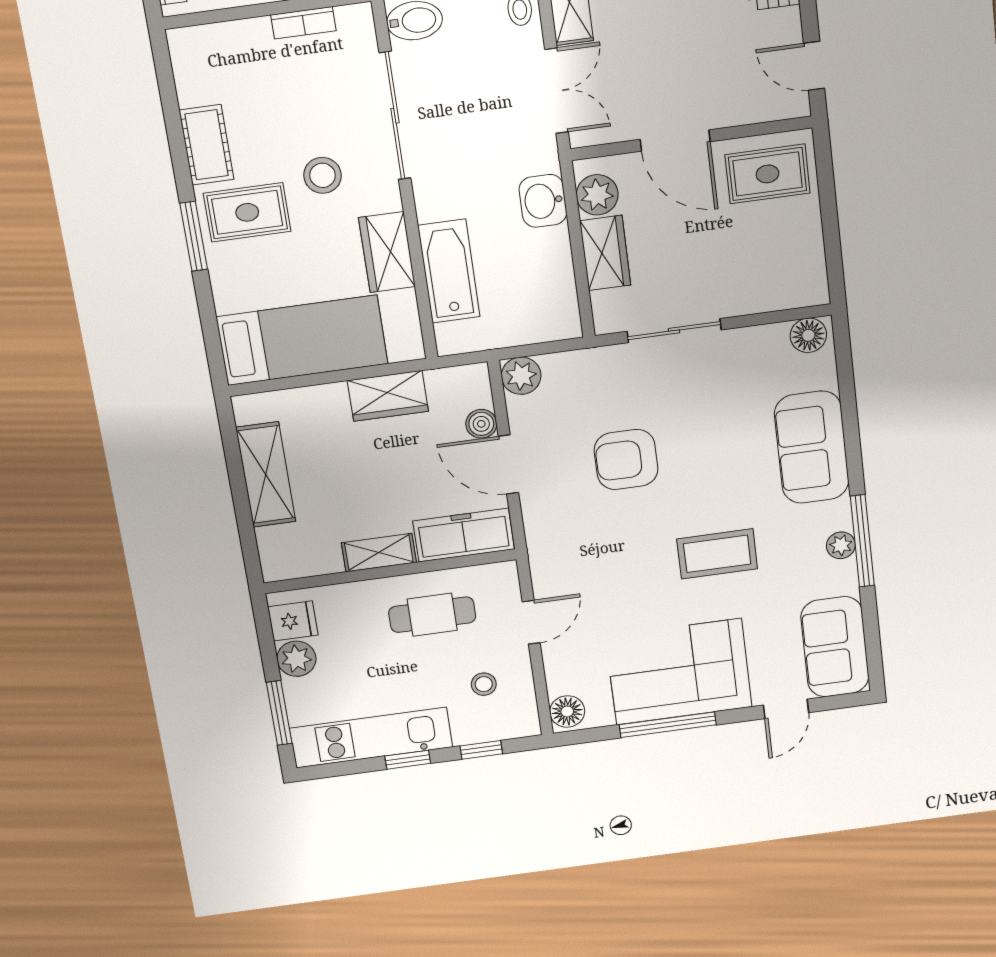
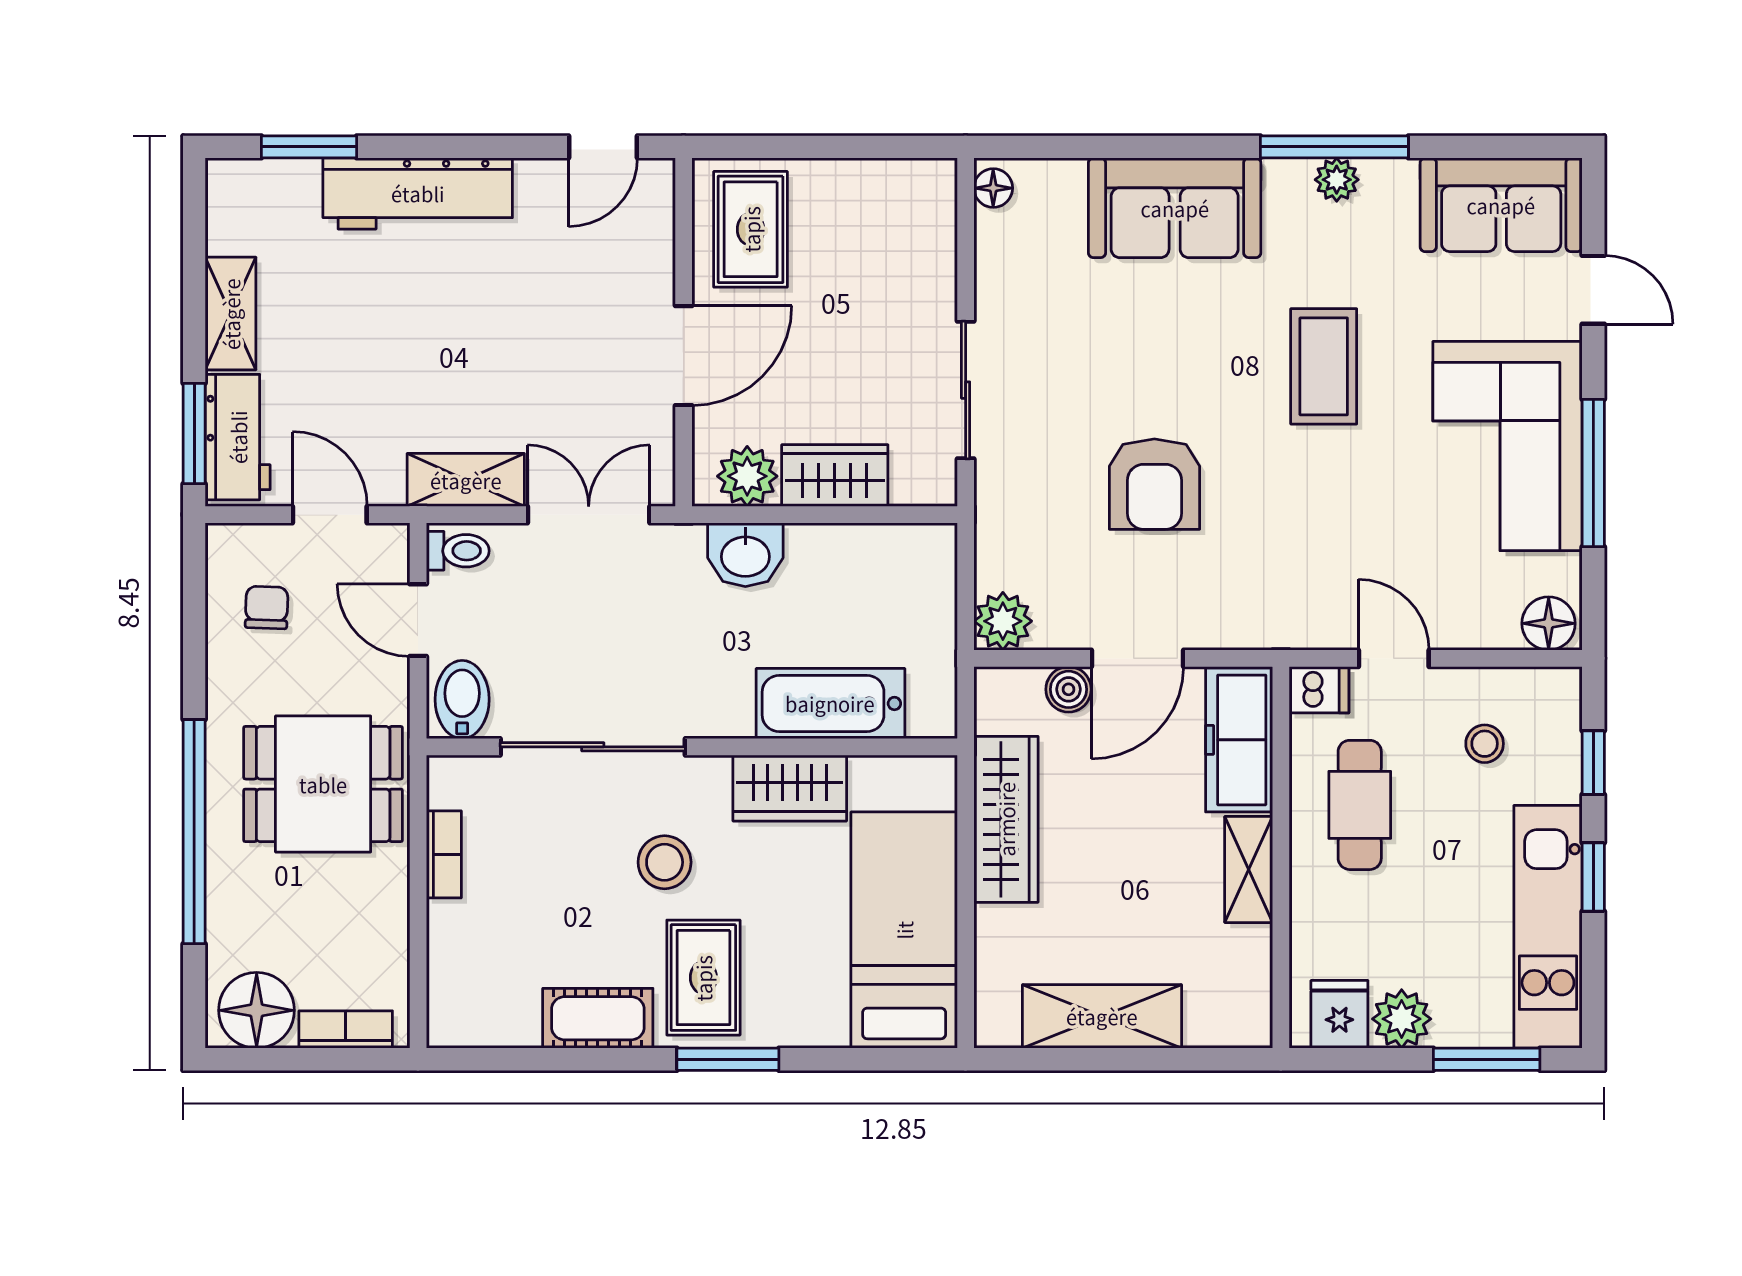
floor lamp: (808, 335) -> (993, 188), width x0.73, depth x0.73
wardrobe: (388, 396) -> (1006, 819), width x1.50
dishwasher: (504, 580) -> (1319, 690), added

